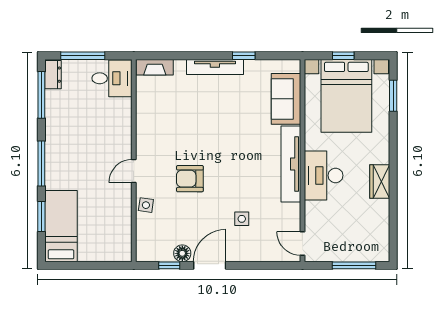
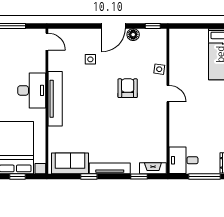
window: (174, 56) -> (139, 176), added
sofa: (286, 99) -> (70, 163), moved, turned -90
door: (134, 171) -> (168, 94), hinge flipped
armchair: (190, 179) -> (128, 88), turned -90
window: (169, 265) -> (153, 26), moved

